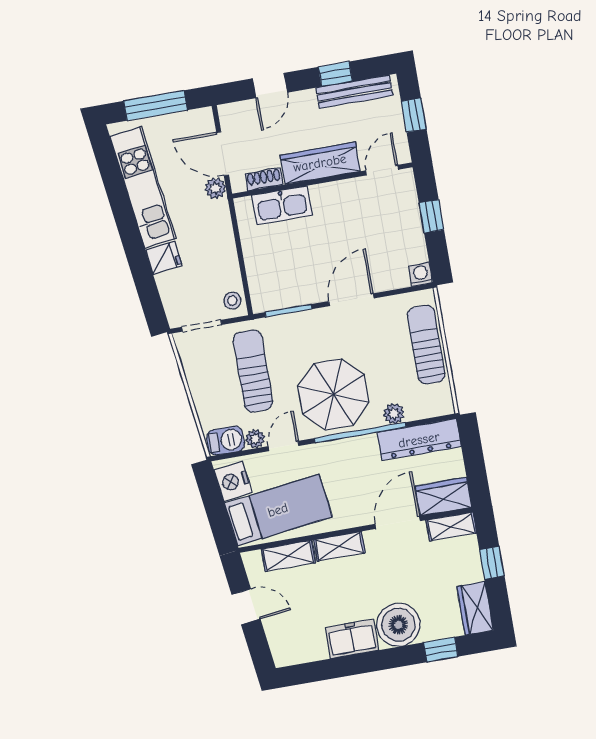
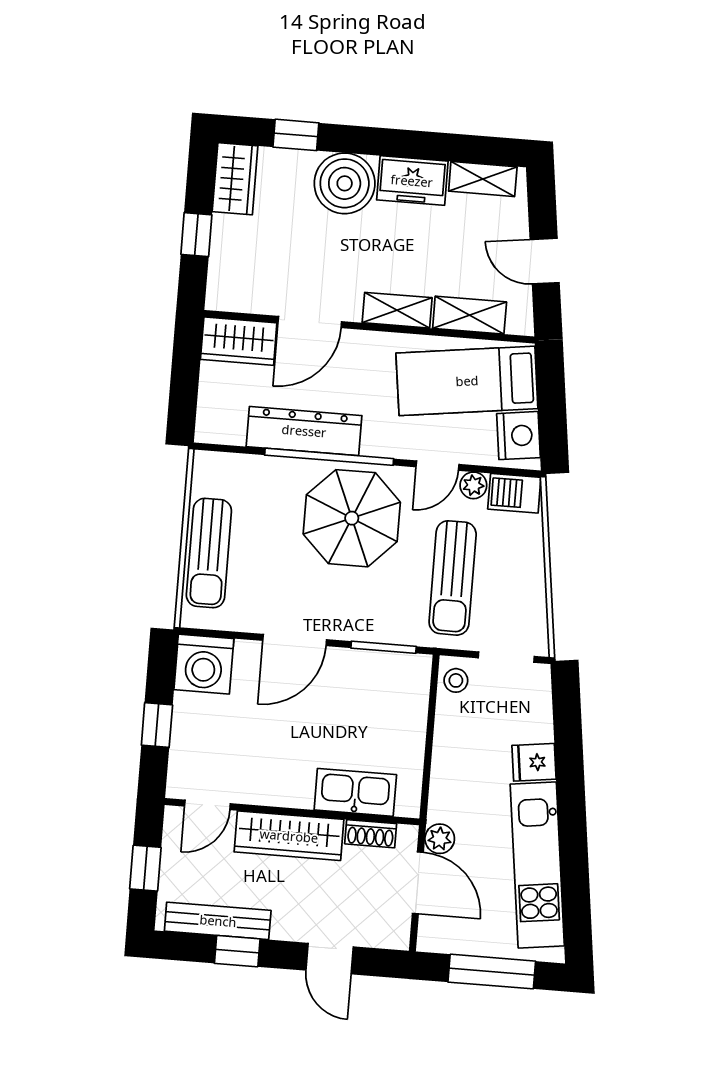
door: (270, 86) -> (330, 959), swing flipped
washing machine: (421, 274) -> (204, 664), width x1.89, depth x1.89
plant: (394, 414) -> (277, 471), removed
dresser: (419, 440) -> (304, 431), moved
shelving: (451, 527) -> (483, 179), moved

